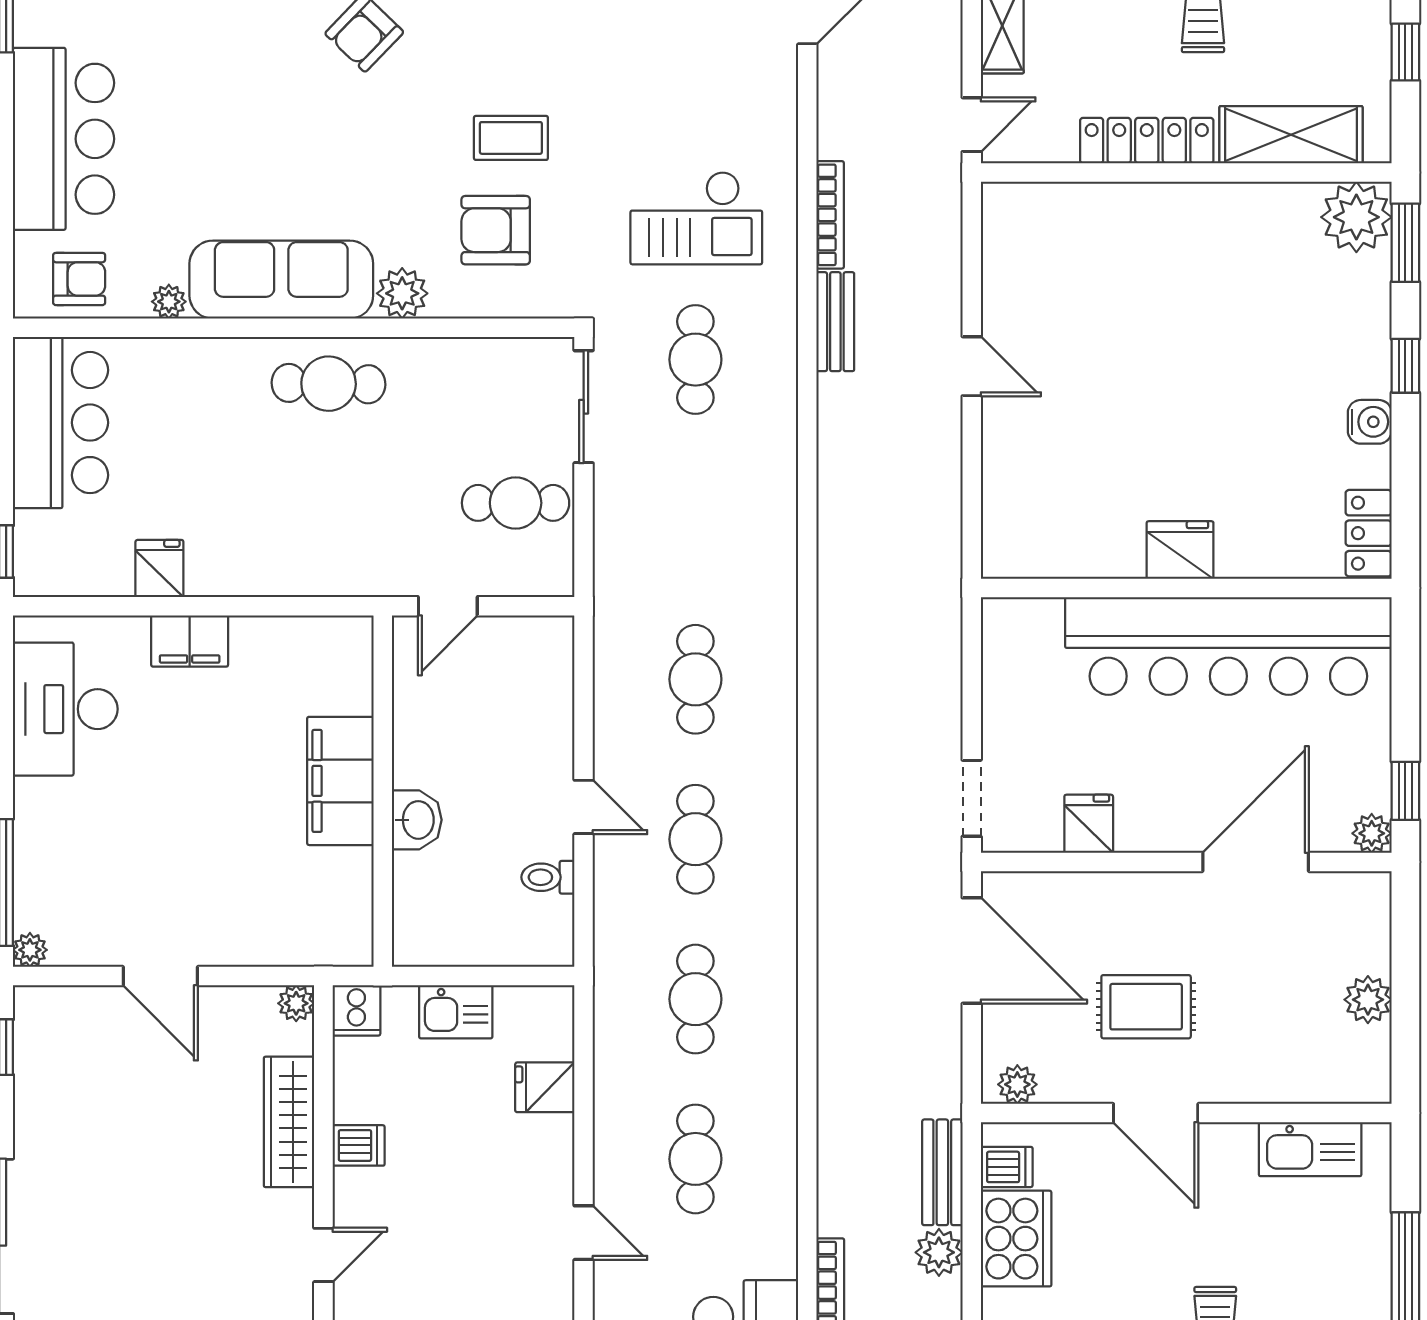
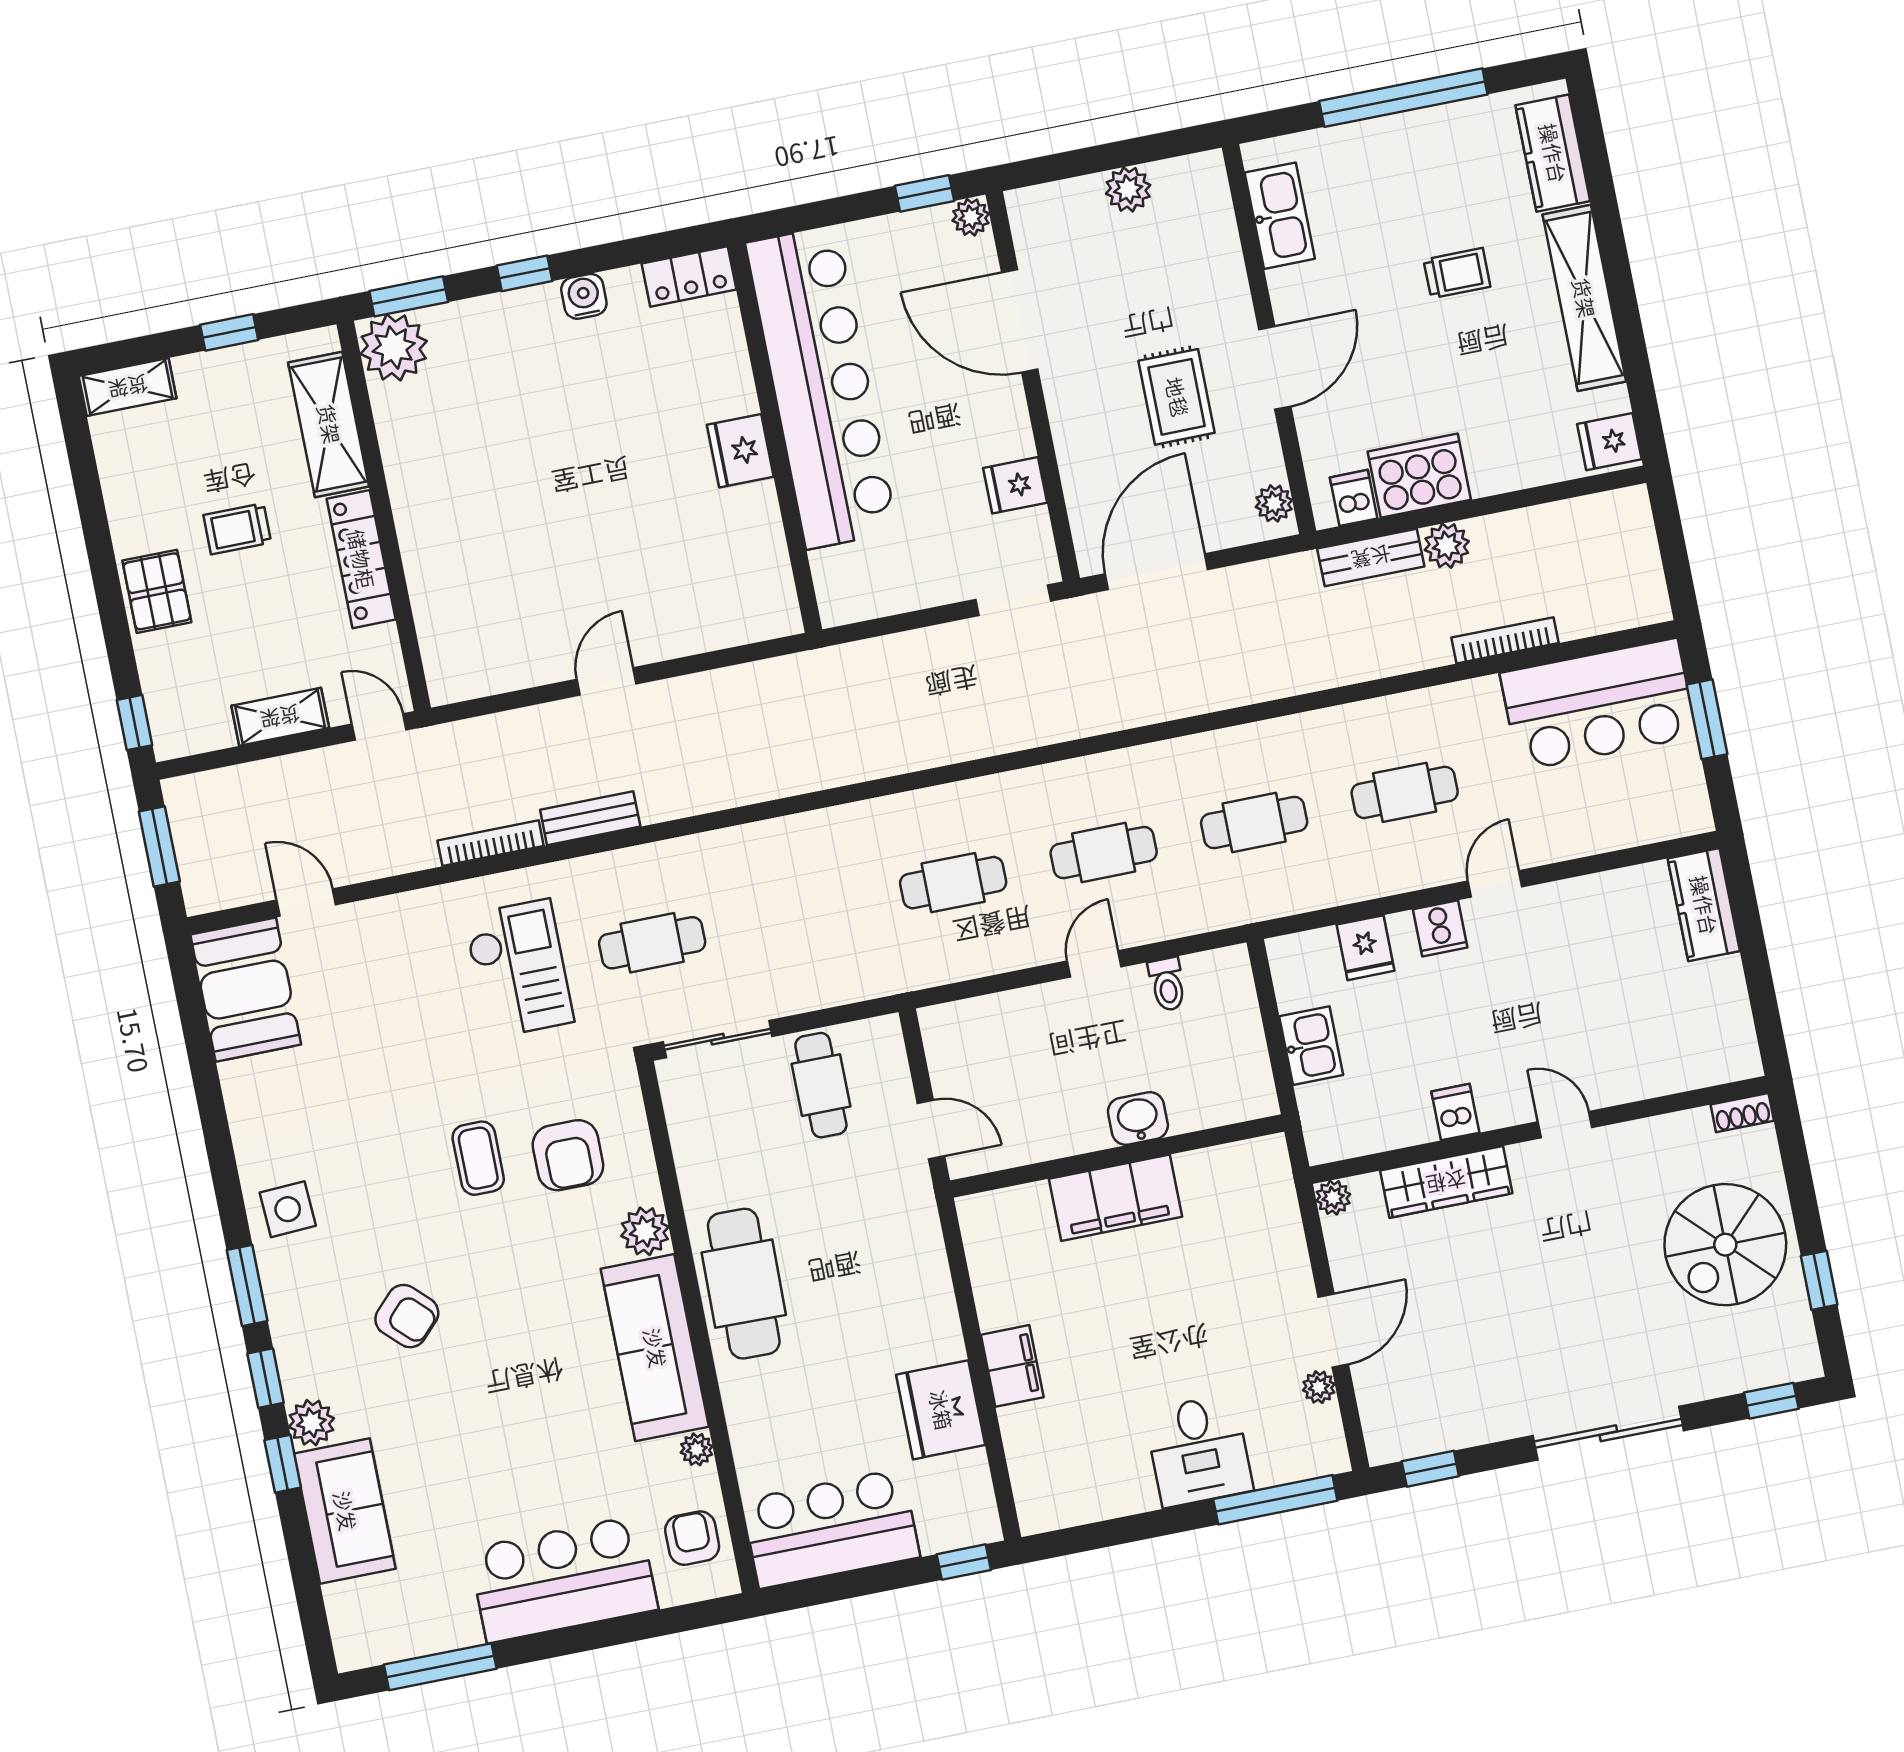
cafe table: (329, 384) -> (744, 1284), width x1.37, depth x1.35
fridge: (159, 569) -> (941, 1410), width x1.88, depth x1.34
desk: (65, 709) -> (1199, 1450), moved, width x0.73
plant: (30, 950) -> (1319, 1387), moved
cooker: (356, 1010) -> (1440, 928), moved, turned 90

